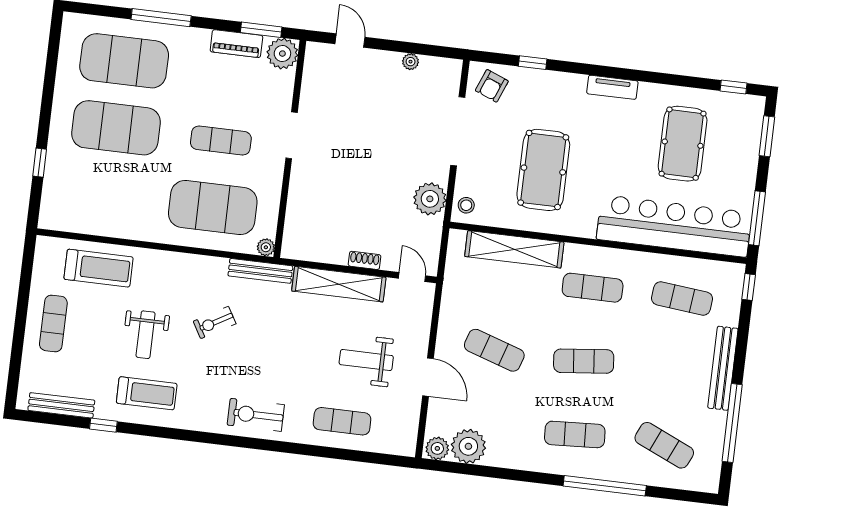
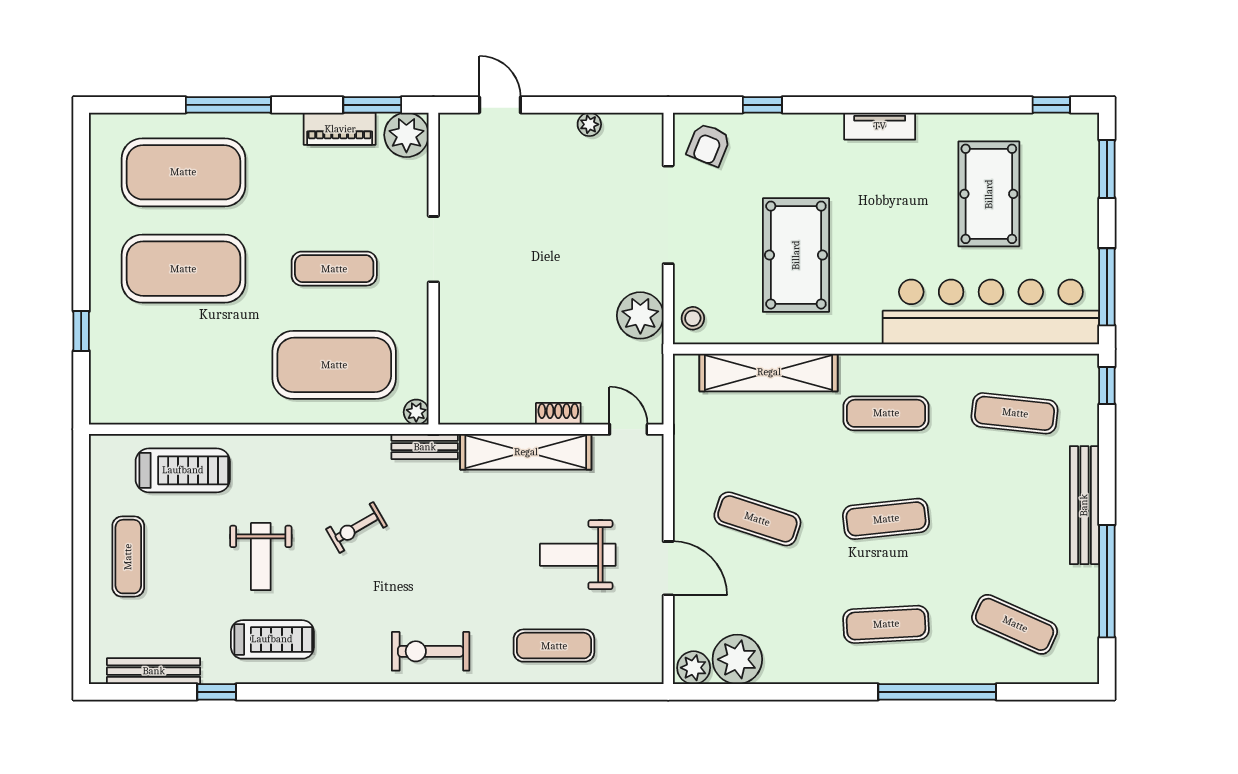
bench: (260, 271) -> (425, 447), width x0.73

